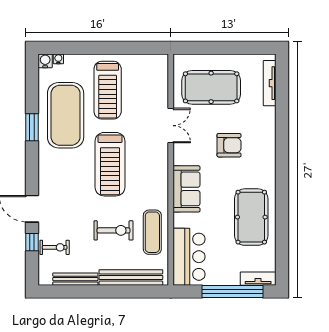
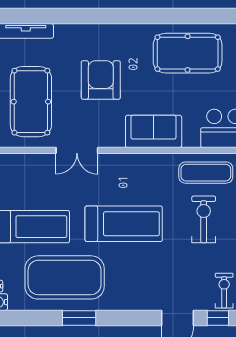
double door: (171, 126) -> (77, 150), swing flipped
armchair: (229, 145) -> (101, 80), width x1.36, depth x1.36

